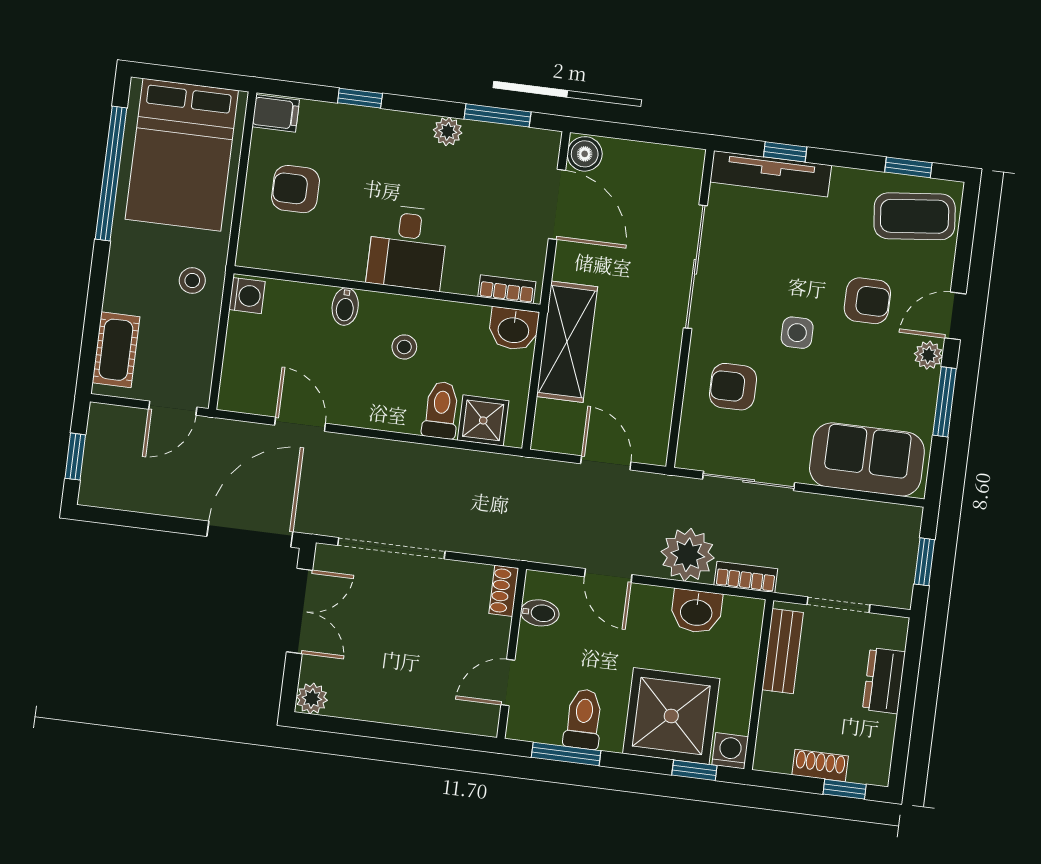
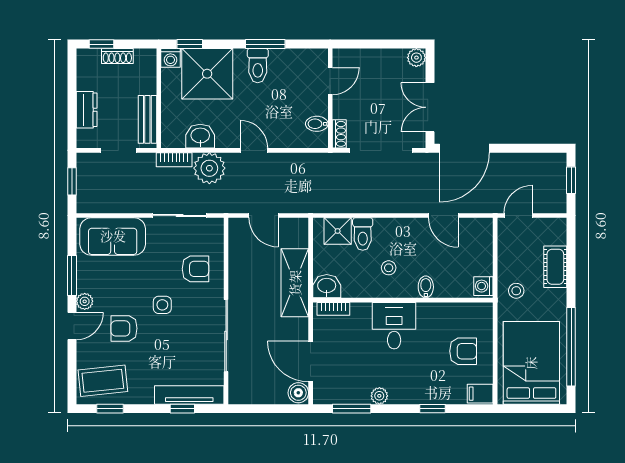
cot: (116, 350) -> (555, 267), moved
shoe rack: (504, 591) -> (339, 134), moved
bidet: (540, 613) -> (317, 124), moved
wall: (512, 653) -> (330, 98), moved
door: (508, 683) -> (330, 81), moved

